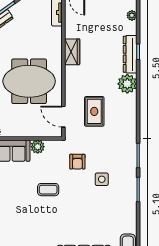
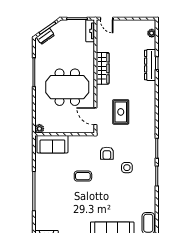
wardrobe: (72, 52) -> (103, 68), width x1.50
plant: (127, 84) -> (148, 89), removed
plant: (38, 147) -> (74, 141), removed

